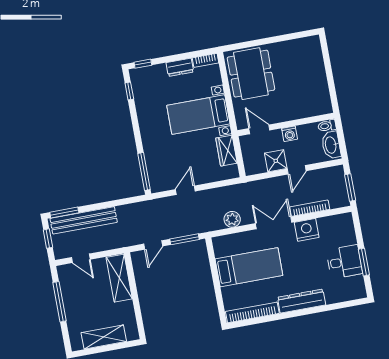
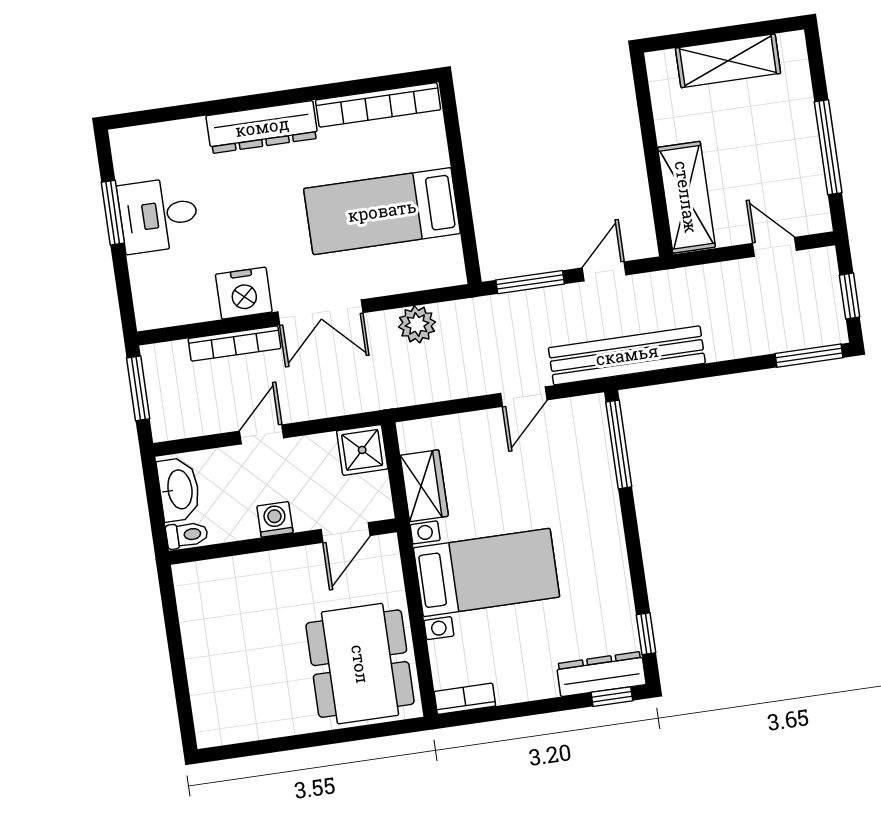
dresser: (180, 67) -> (601, 674), moved, width x1.44
door: (259, 129) -> (345, 532), hinge flipped
shower: (276, 161) -> (362, 450), moved
bench: (84, 220) -> (627, 355), moved

